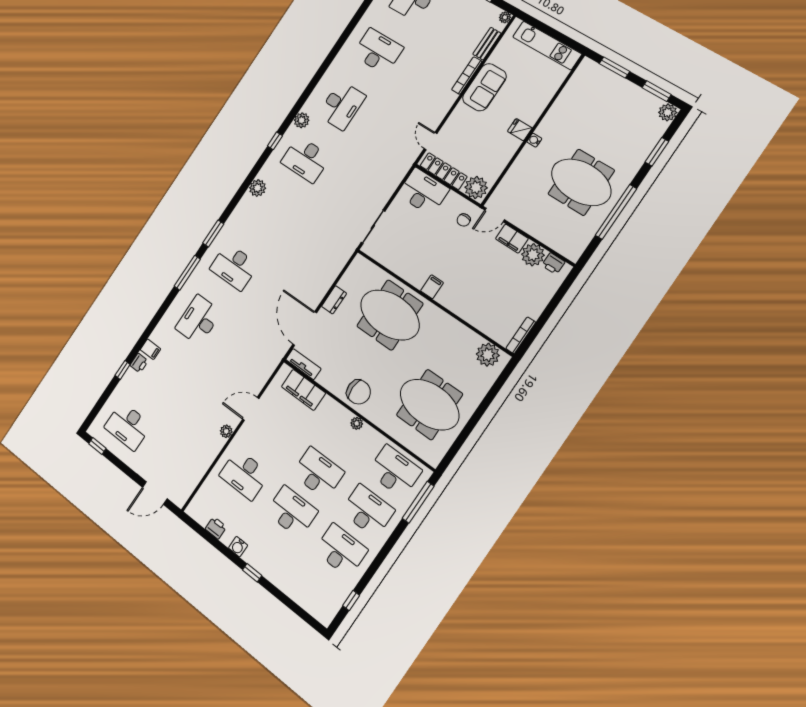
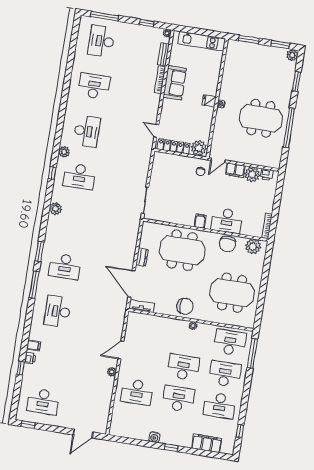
desk: (423, 192) -> (227, 221), moved, turned 180
chair: (454, 335) -> (228, 244), added
filing cabinet: (303, 390) -> (207, 443), moved, turned 180
printer: (216, 528) -> (135, 434), removed
desk: (341, 550) -> (220, 405), turned 180

